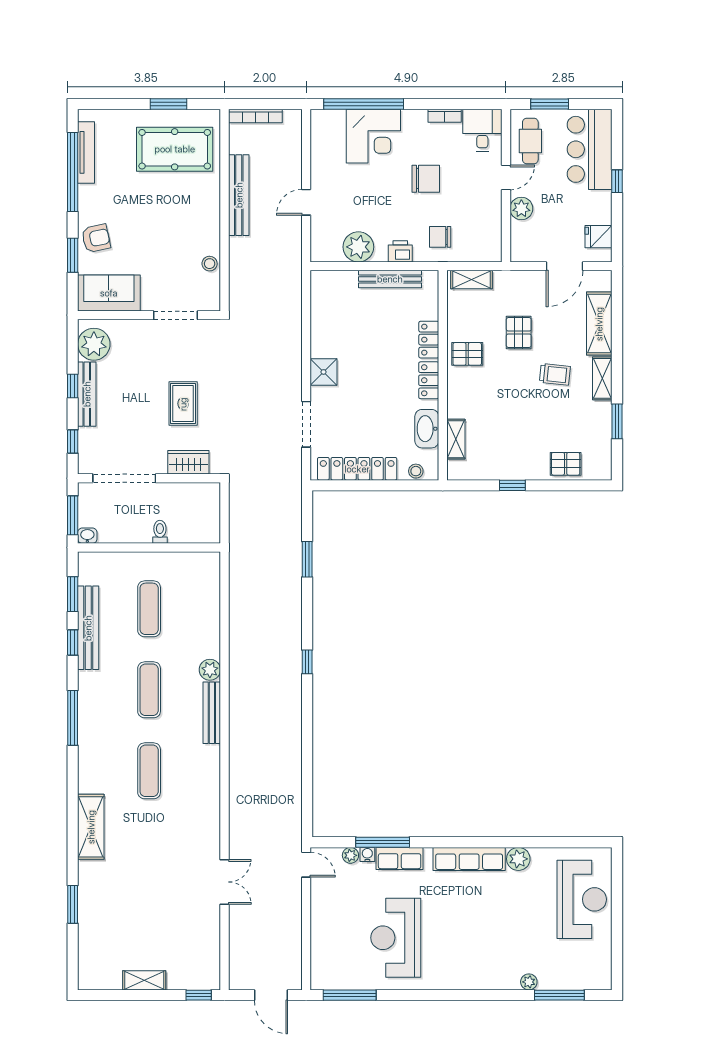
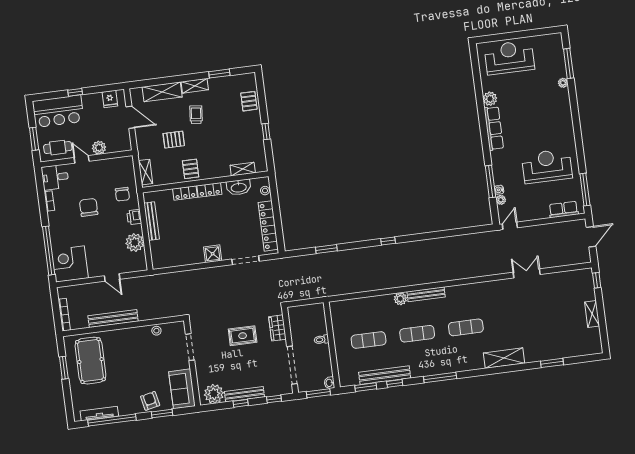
corner desk: (373, 136) -> (70, 264), moved, turned -90
row of seats: (400, 858) -> (564, 209), moved, turned -90
reception desk: (396, 938) -> (547, 166), turned 180

